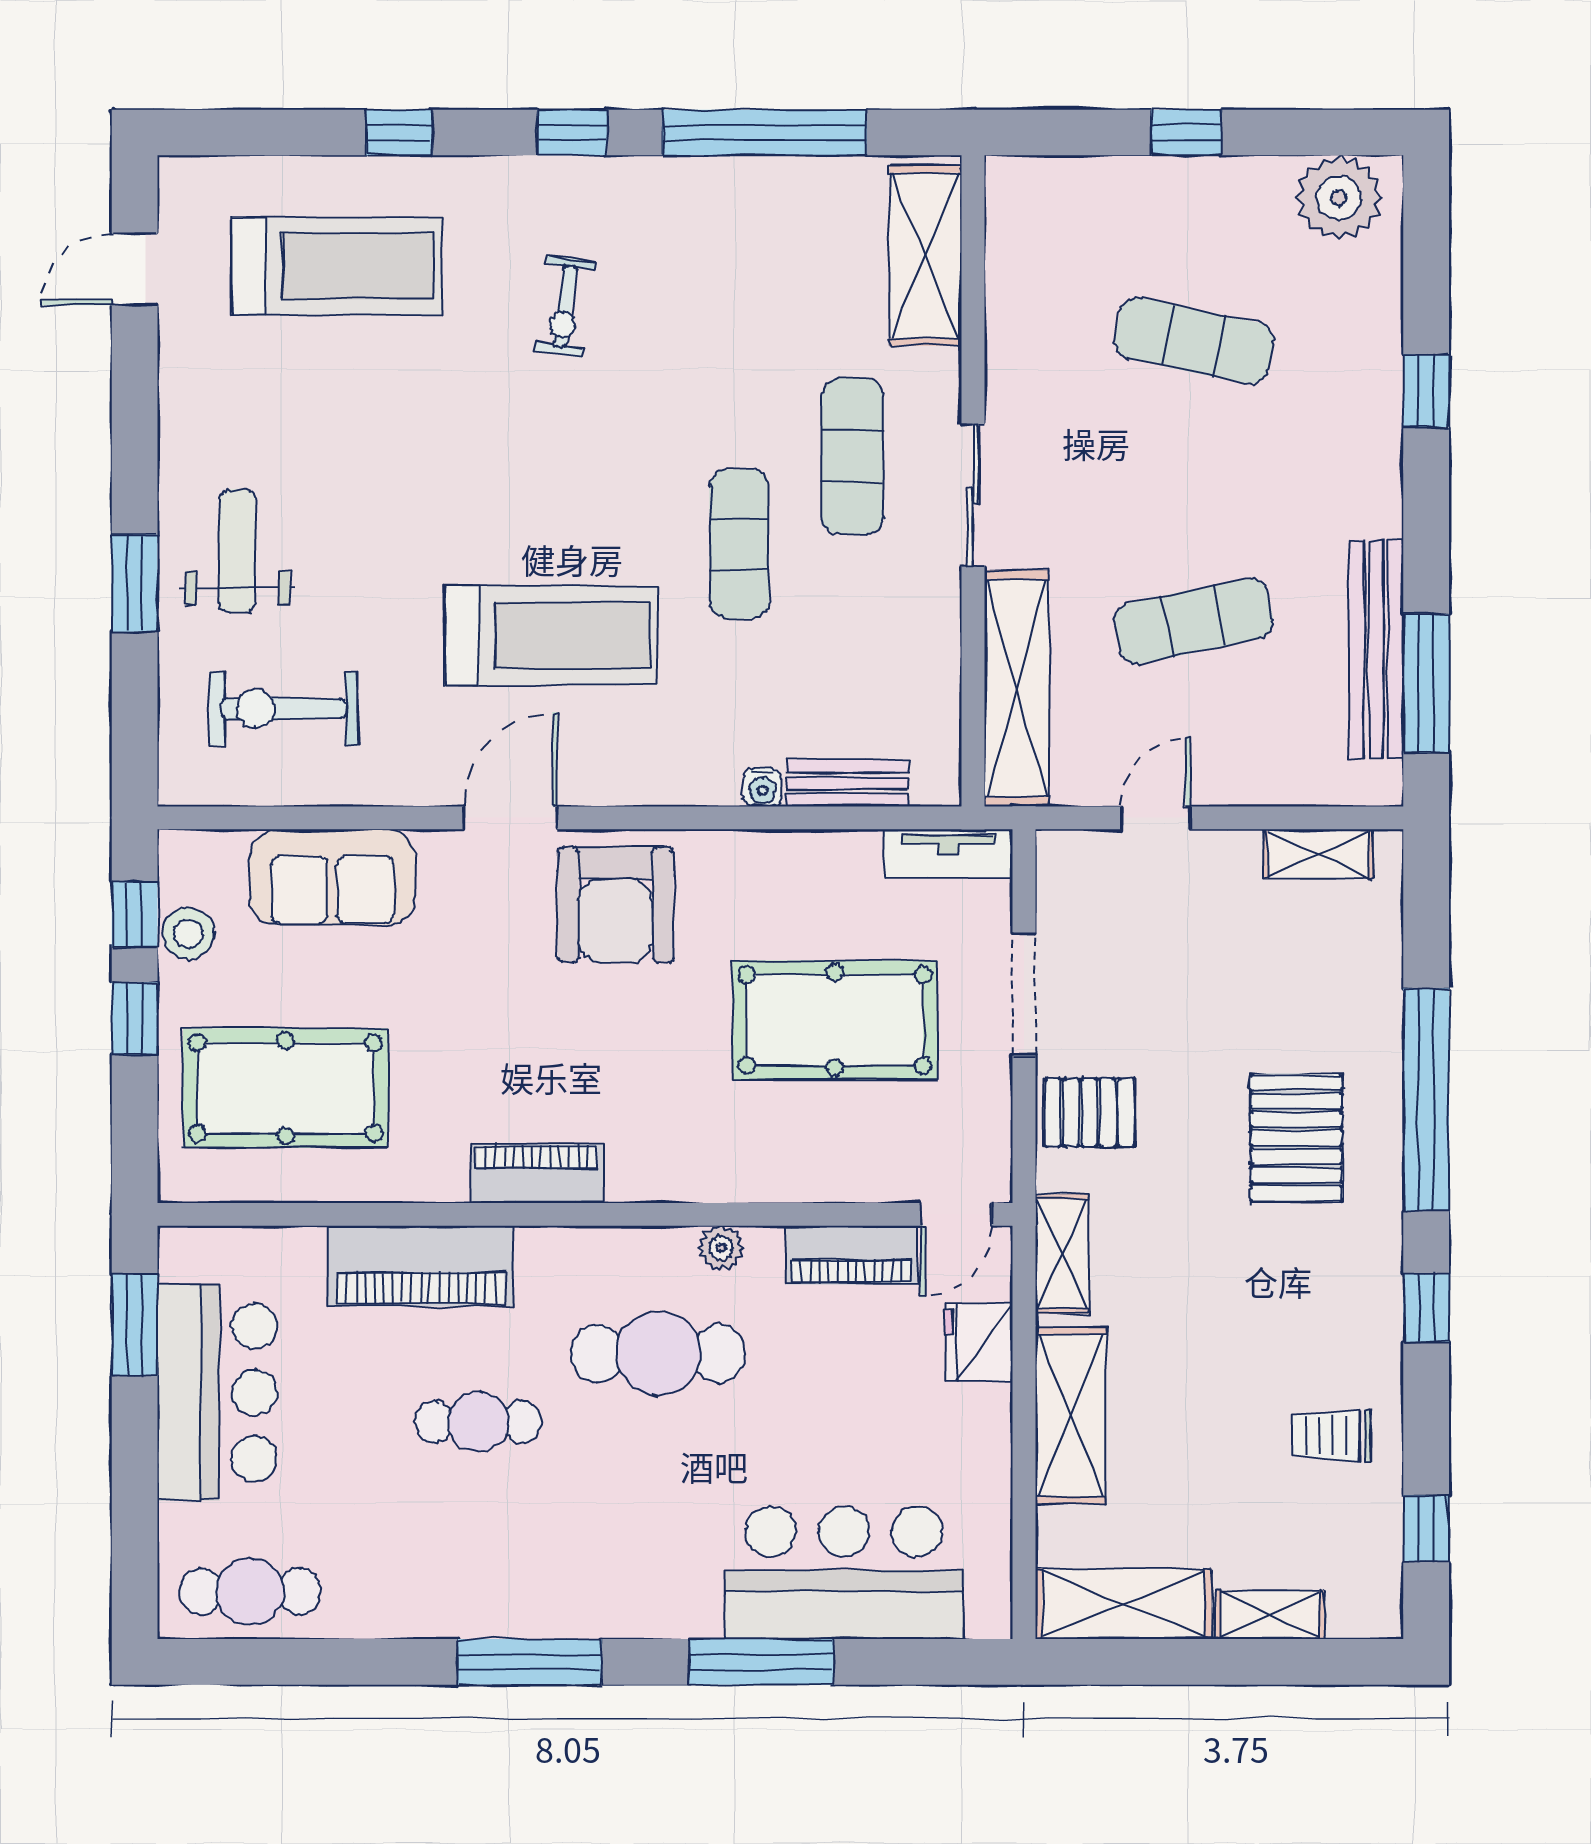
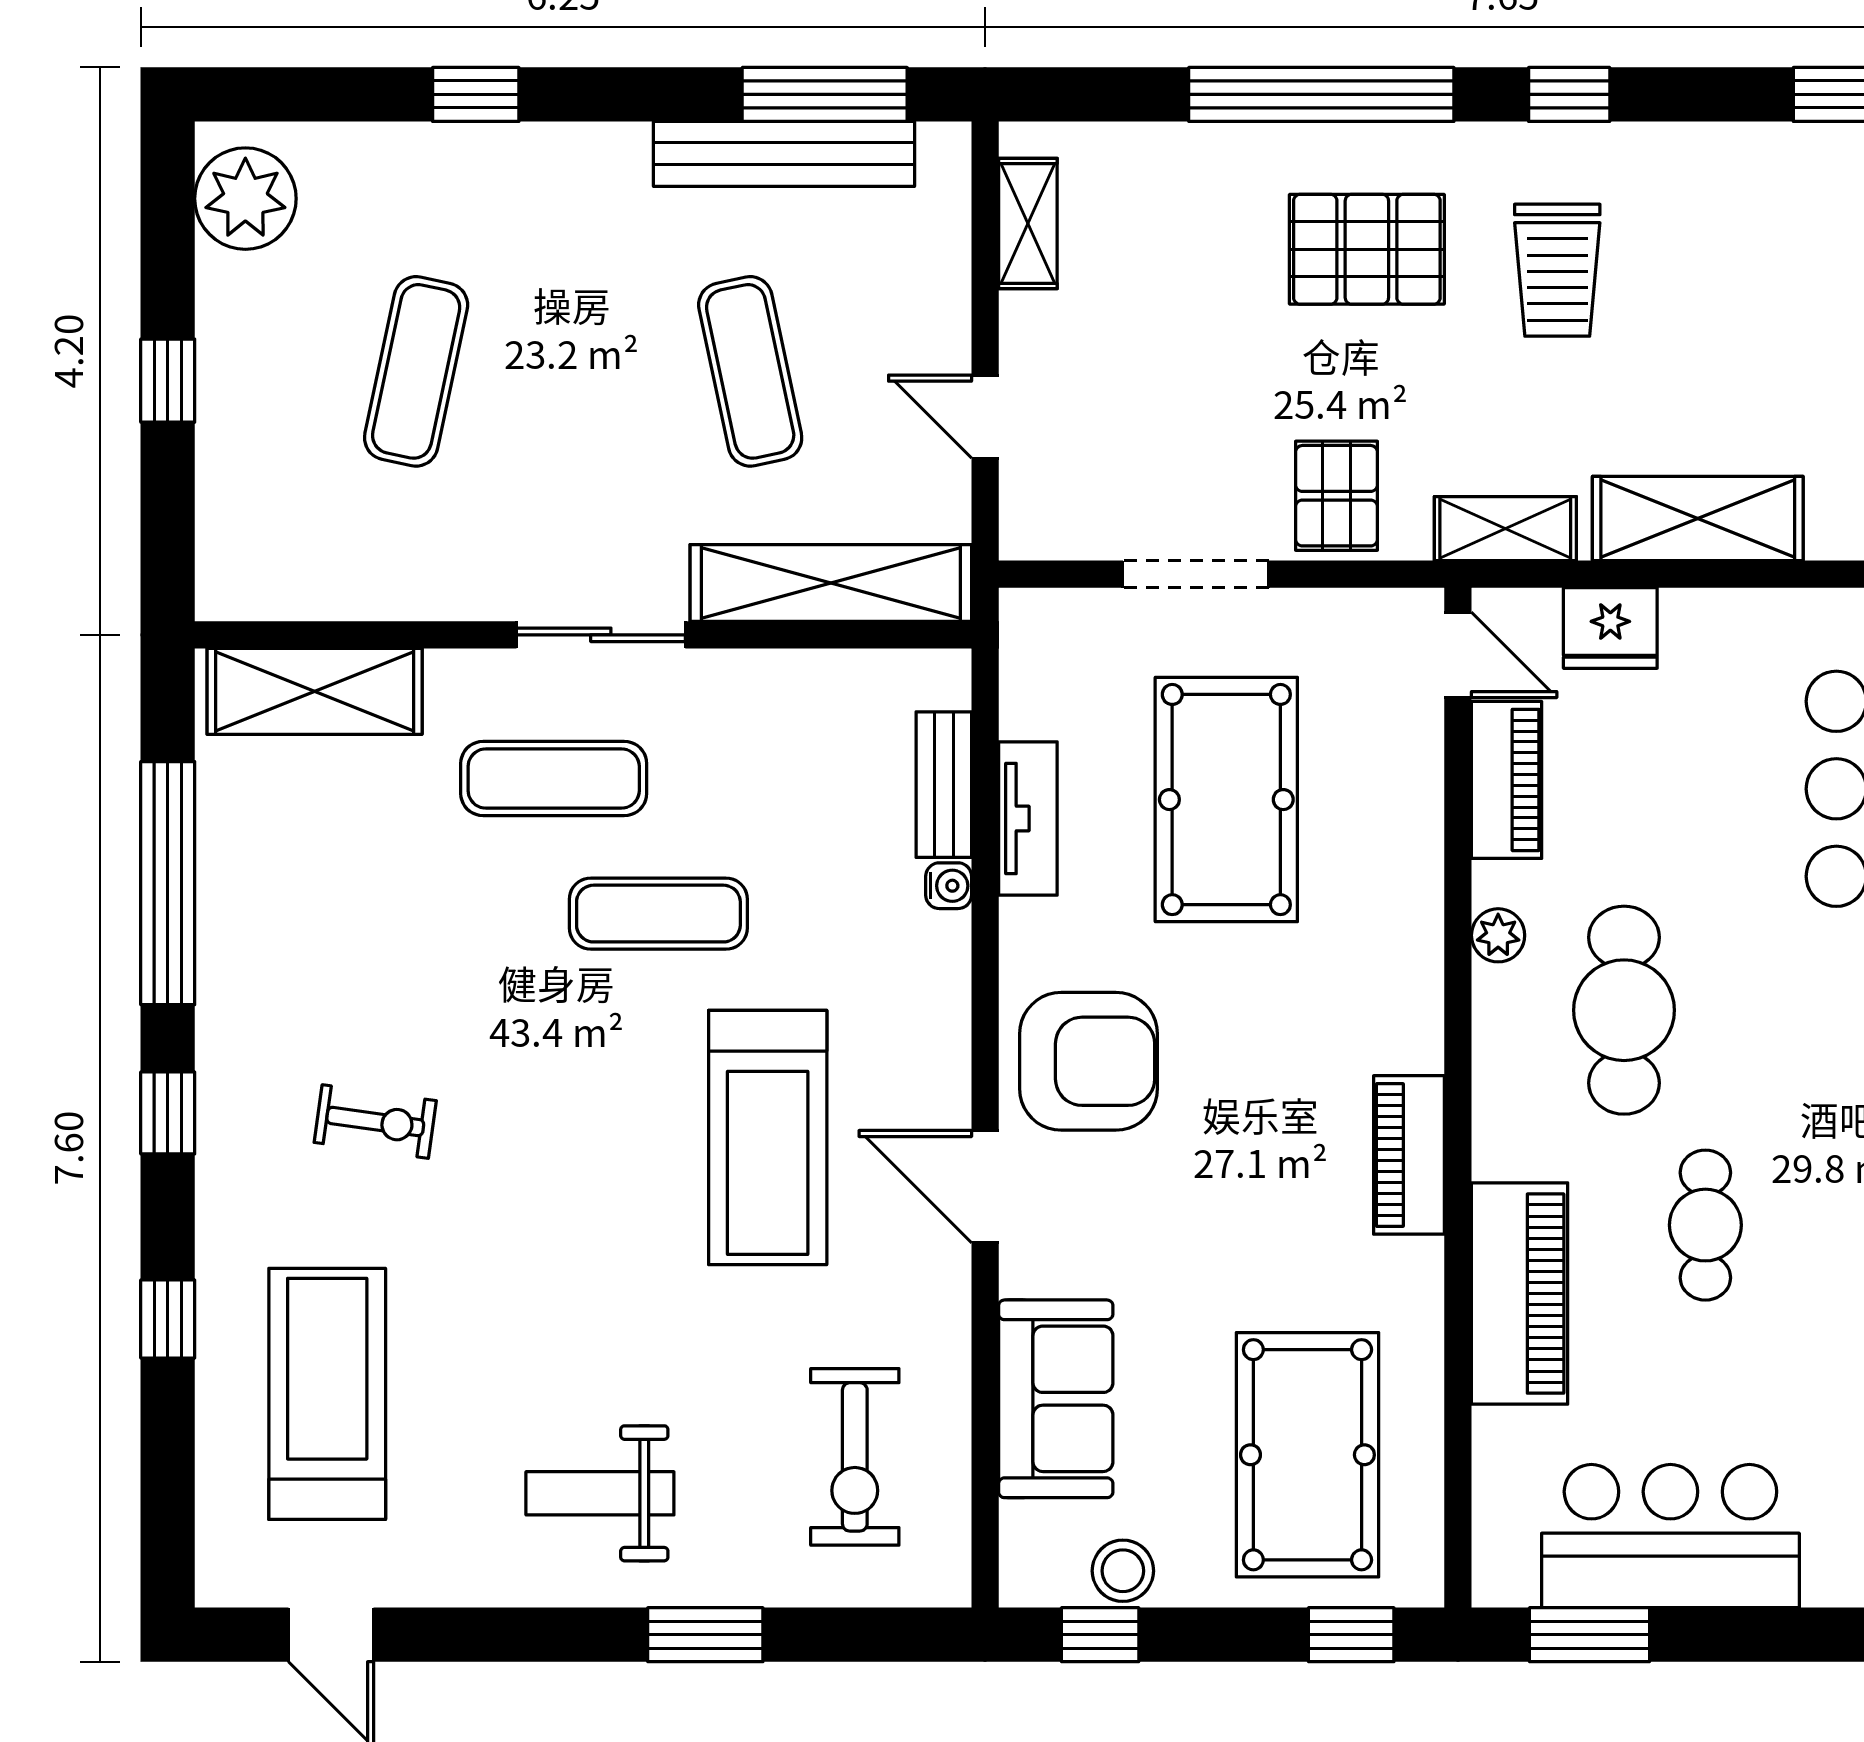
weight bench: (237, 551) -> (600, 1493), moved
treadmill: (552, 636) -> (768, 1137), turned 180
tv unit: (948, 854) -> (1028, 818), moved
window: (135, 1018) -> (1351, 1635), moved
trolley: (1331, 1436) -> (1557, 270), moved, width x1.36, depth x1.39

